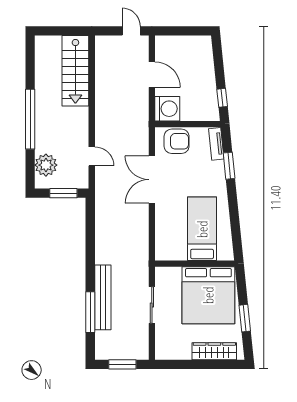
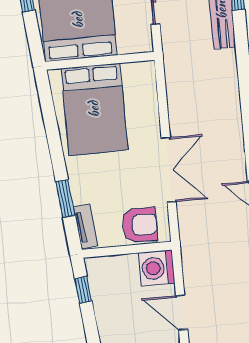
armchair: (177, 141) -> (140, 225), turned 180
bed: (202, 229) -> (94, 109), width x1.50

